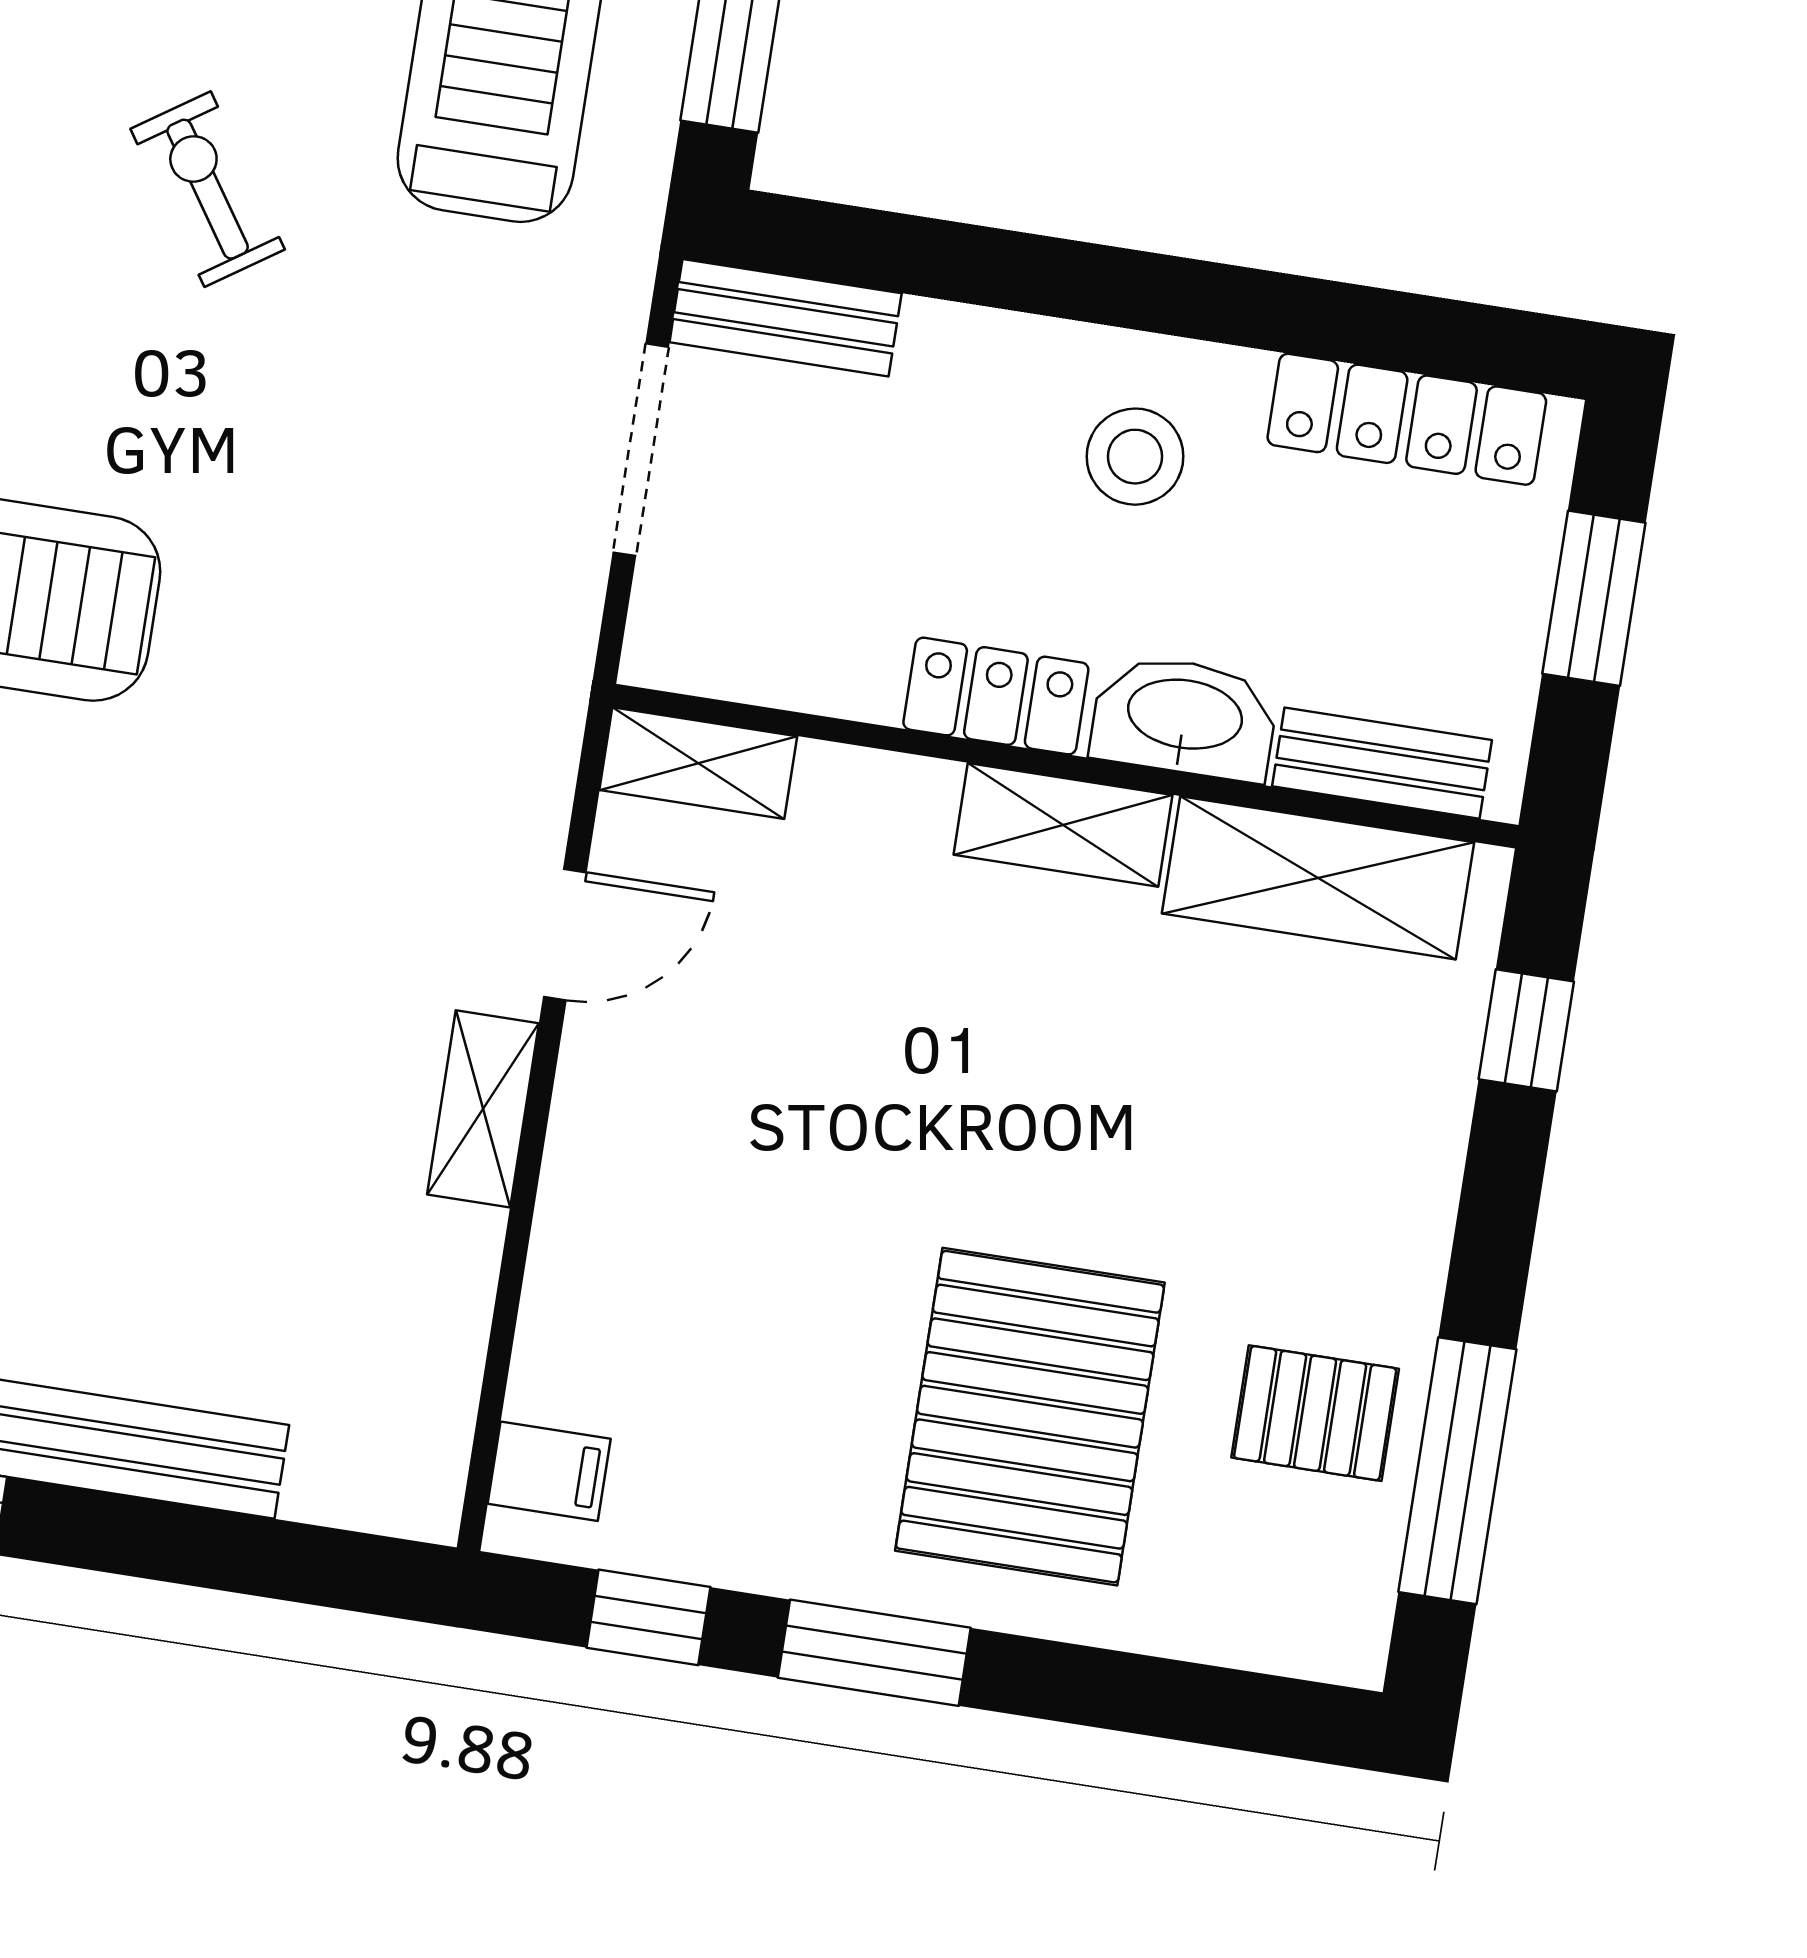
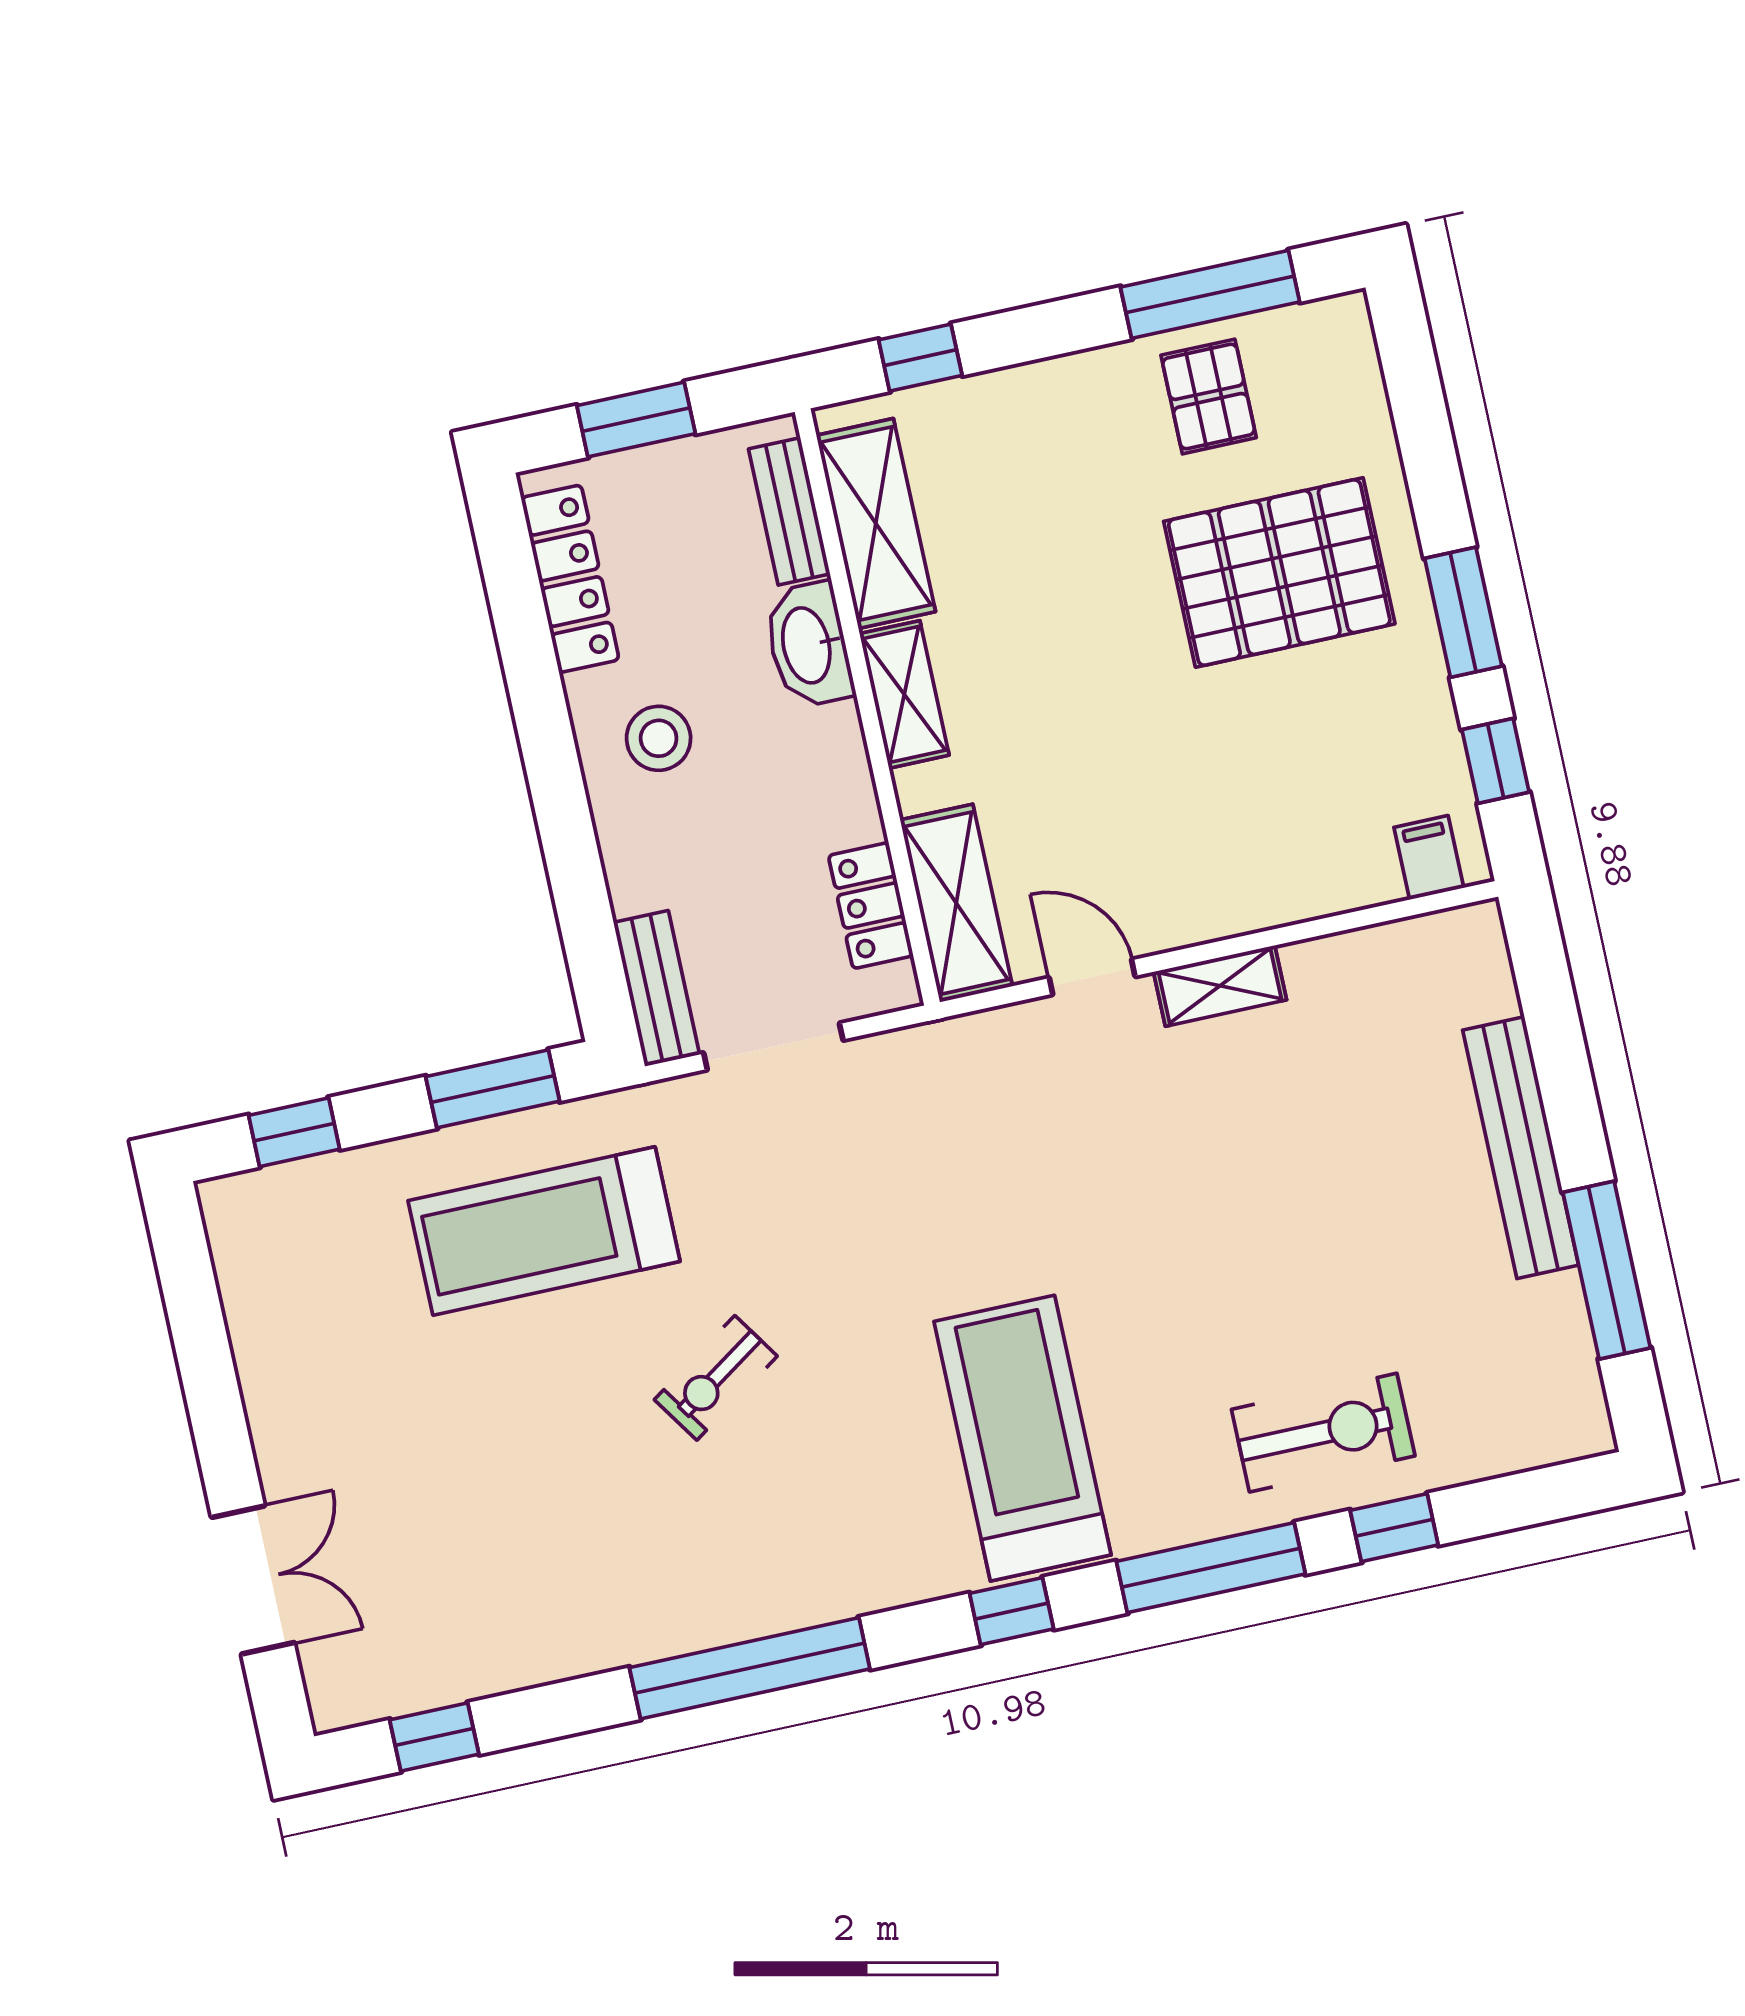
locker: (996, 696) -> (871, 906), moved
shelving: (698, 763) -> (956, 903), width x1.50, depth x1.33

